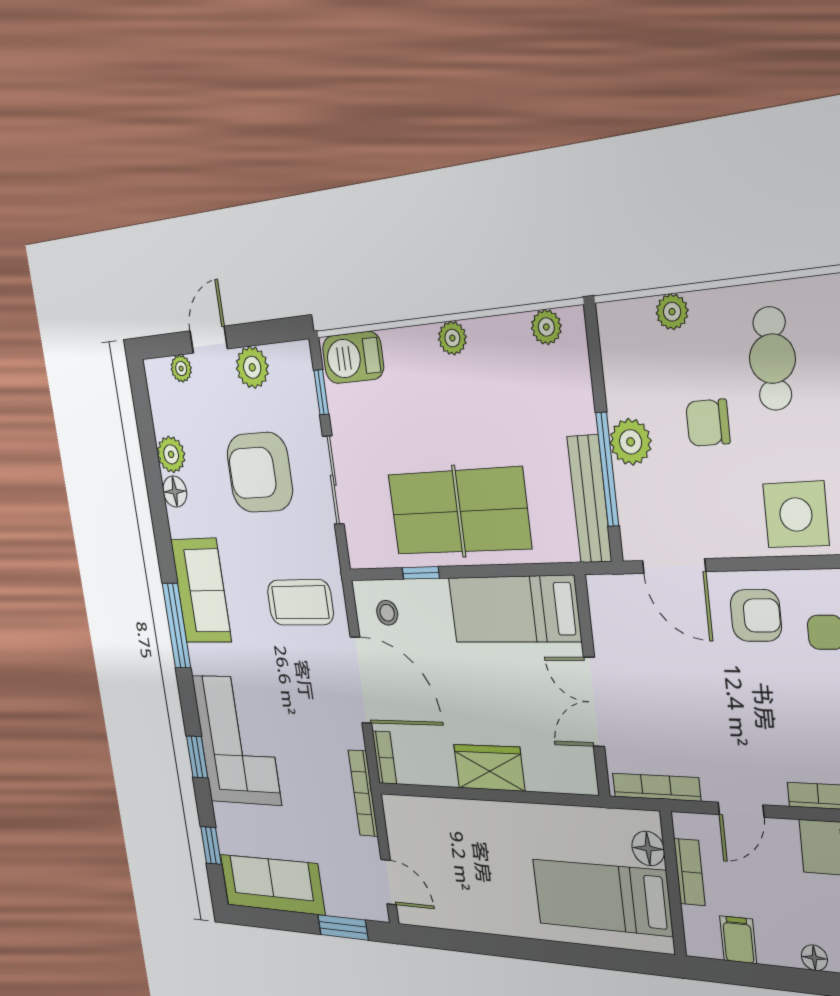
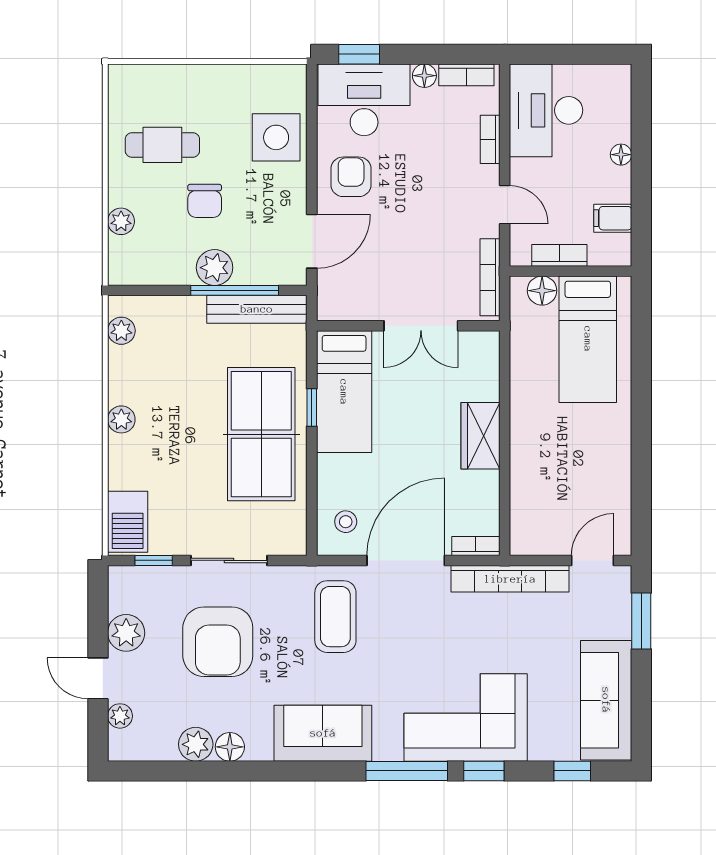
window: (421, 573) -> (312, 407), moved
window: (177, 626) -> (407, 771), moved
bookcase: (363, 793) -> (510, 579), width x1.48, depth x1.31

